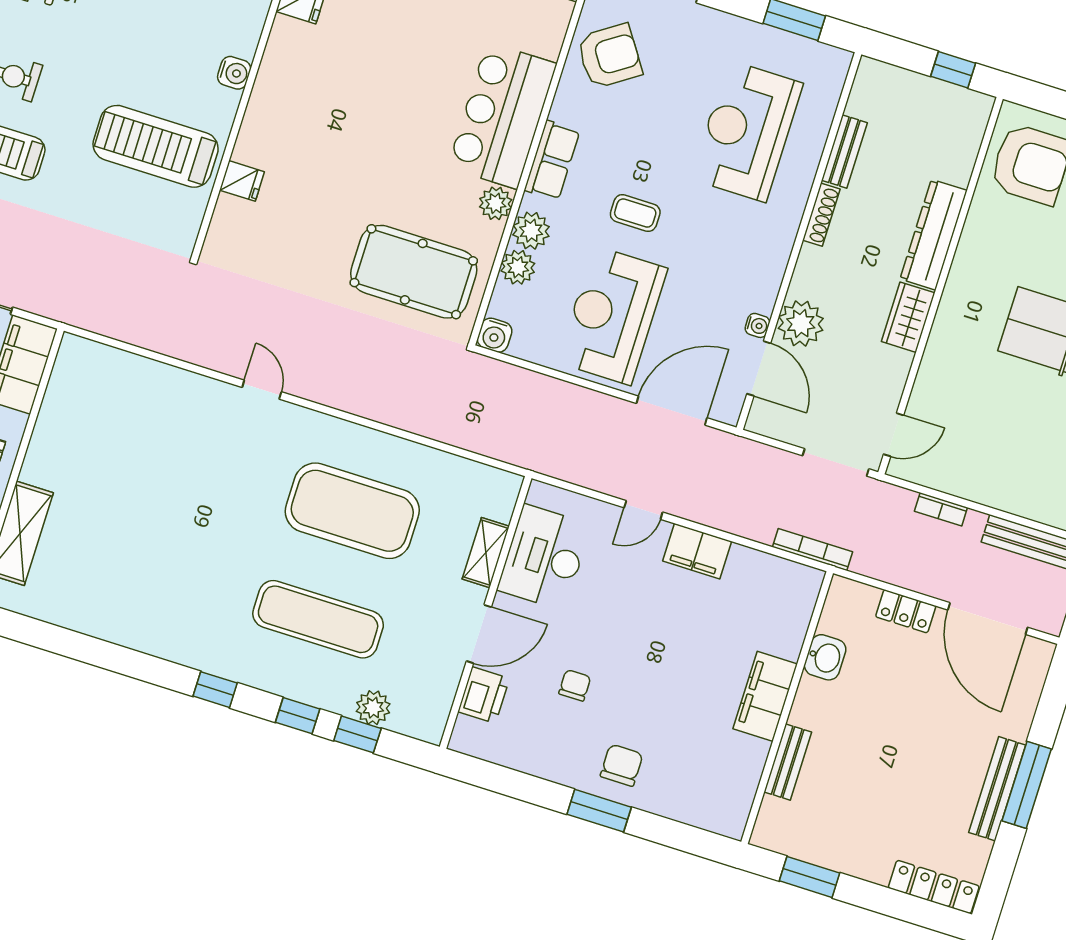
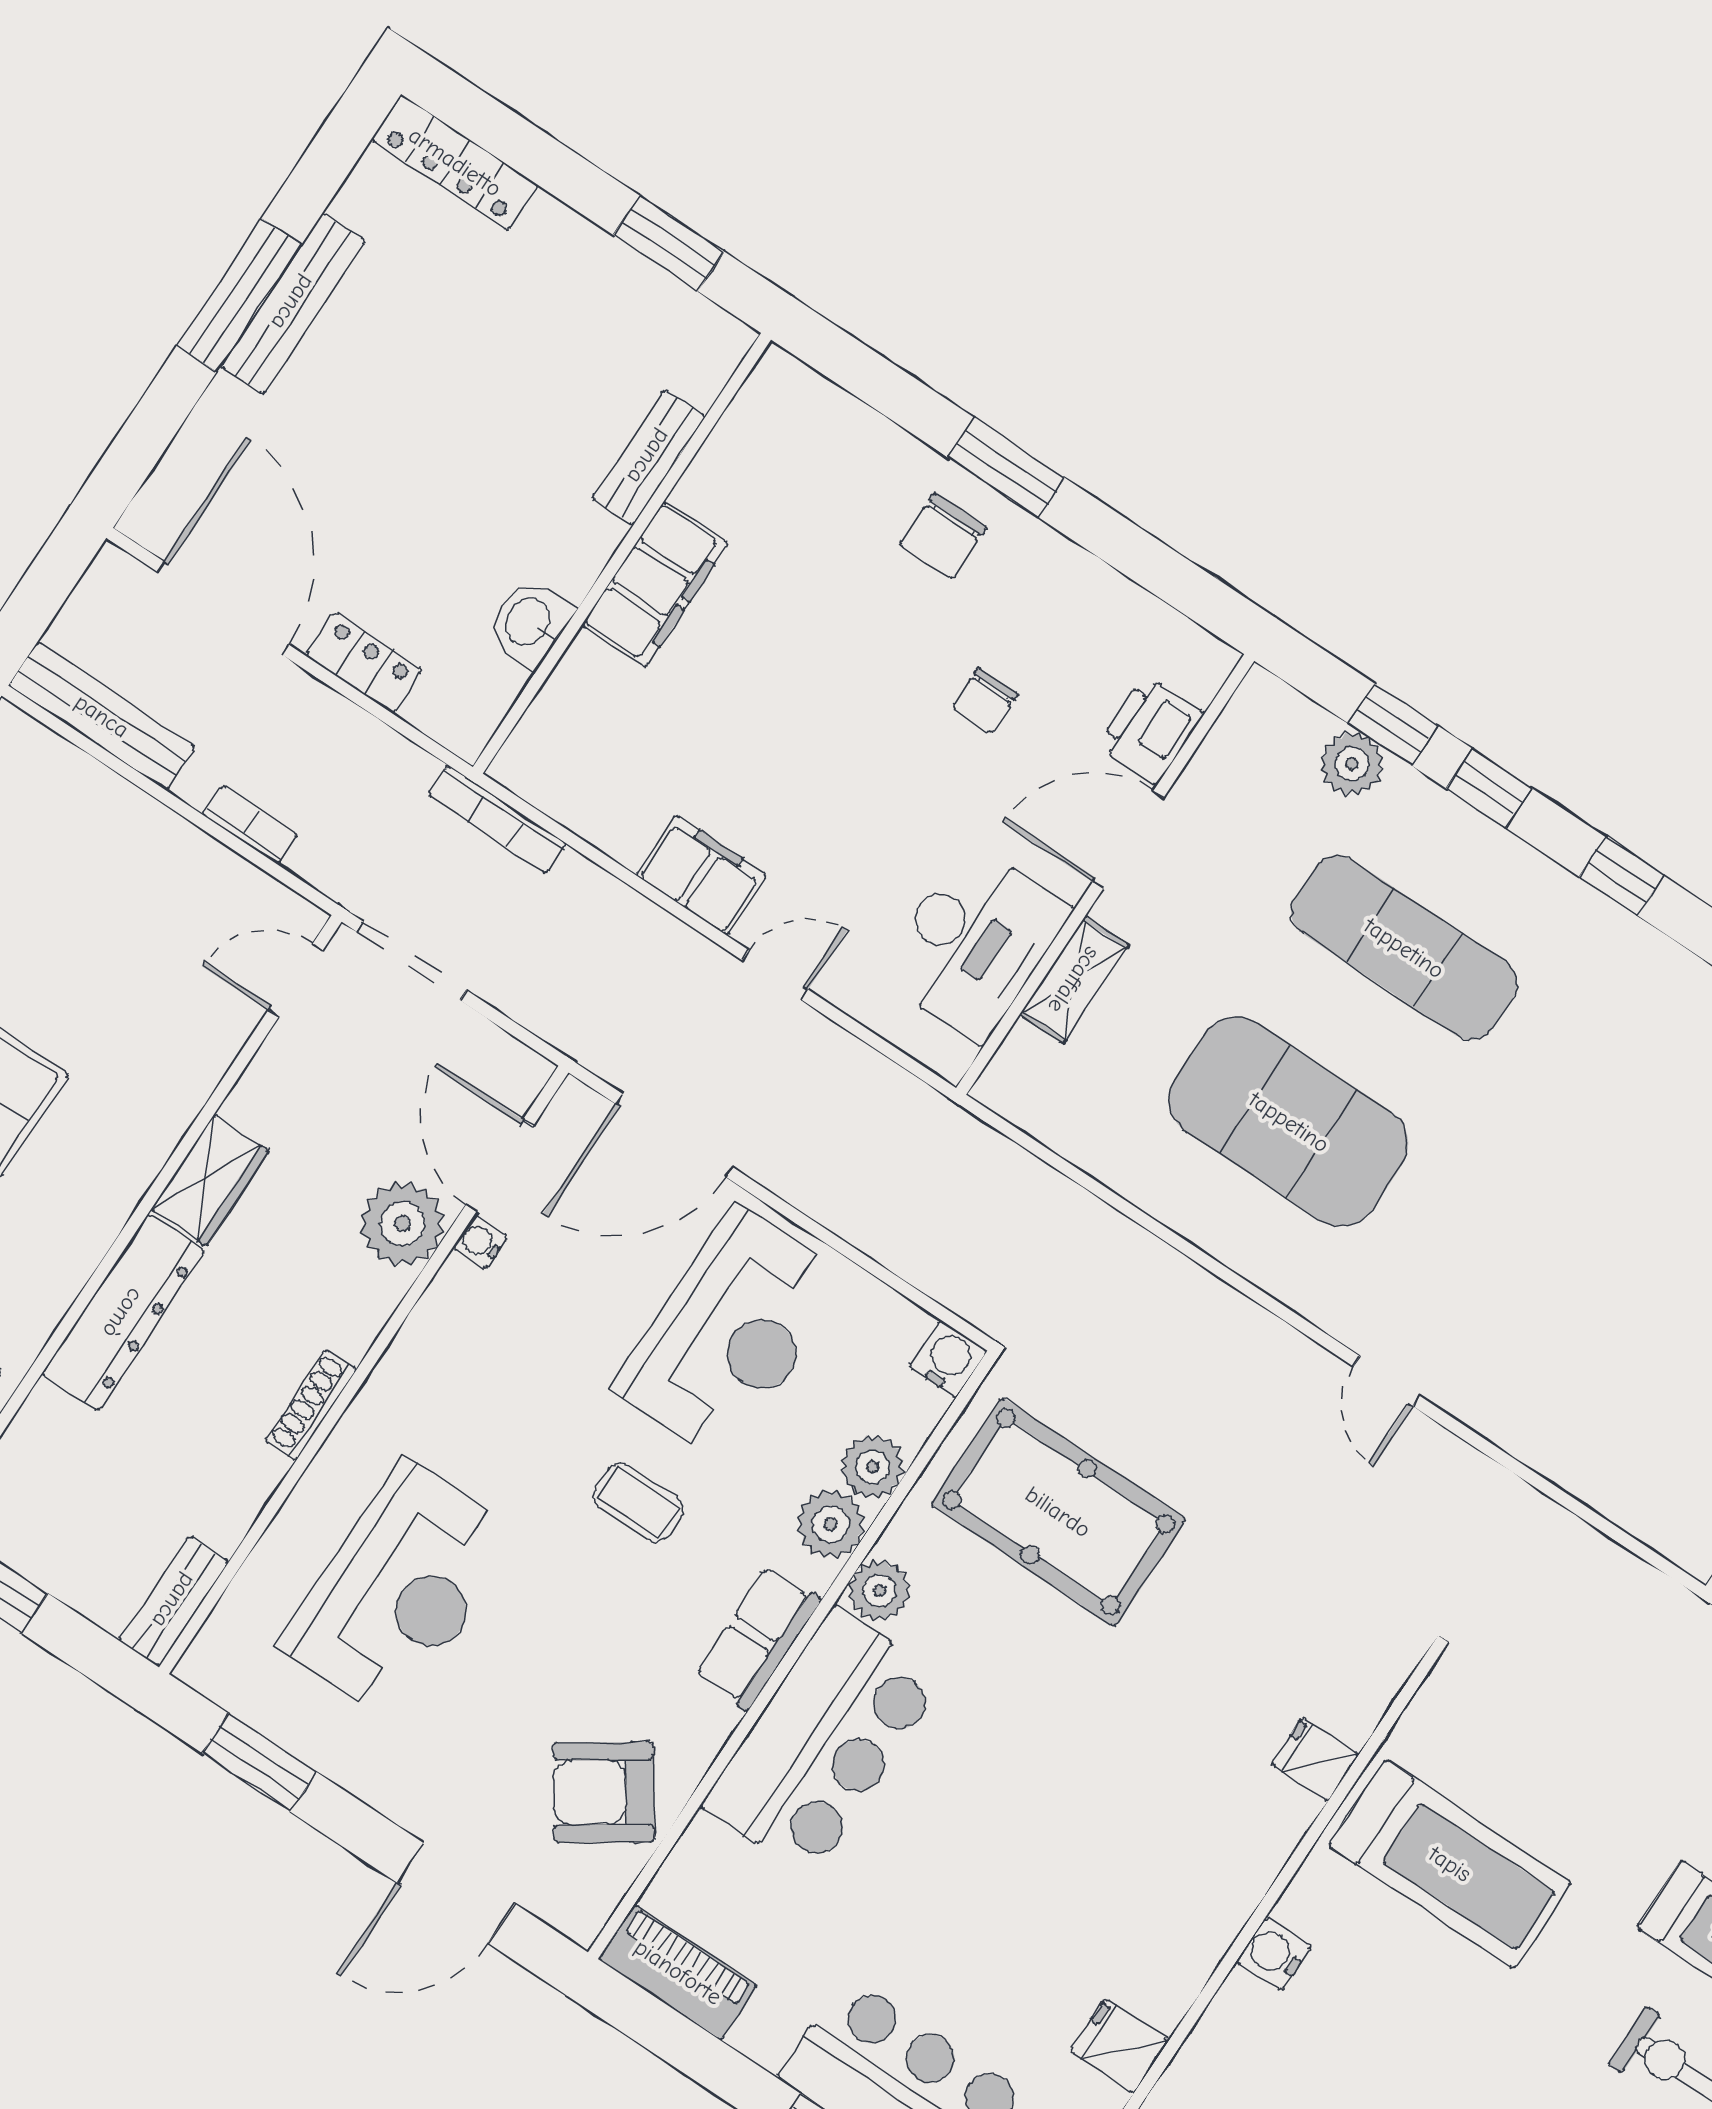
bench: (844, 151) -> (174, 1601), moved

